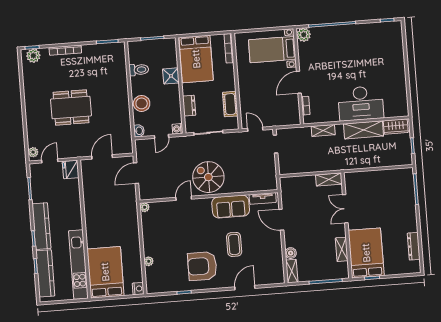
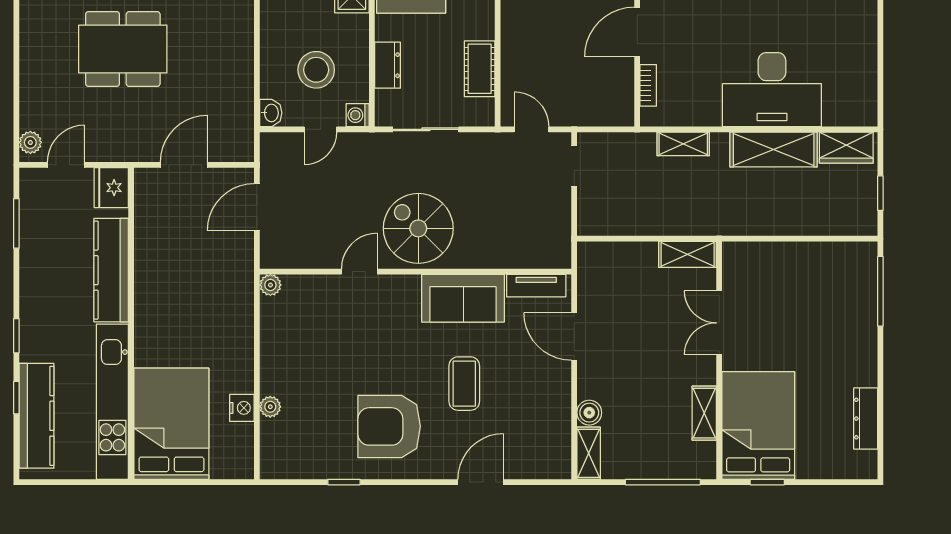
stool: (142, 103) -> (316, 70), moved
kitchen counter: (42, 226) -> (111, 270), moved, turned 180
nightstand: (138, 289) -> (242, 408), moved

